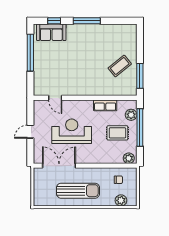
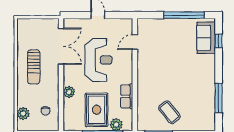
window: (87, 21) -> (219, 98), moved
rug: (117, 133) -> (97, 110), width x1.36, depth x1.43
plant: (129, 158) -> (69, 92), moved
sun lounger: (78, 191) -> (34, 67), width x0.73, depth x0.75

